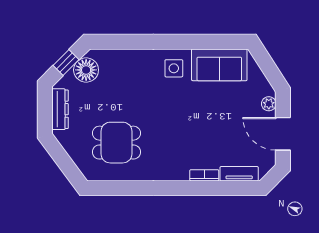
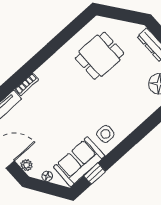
window: (215, 42) -> (95, 174), added
floor lamp: (259, 78) -> (47, 176), added

